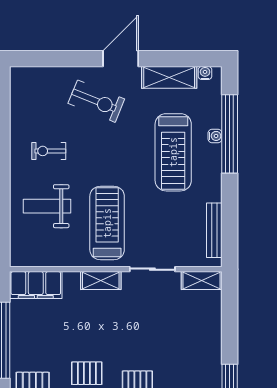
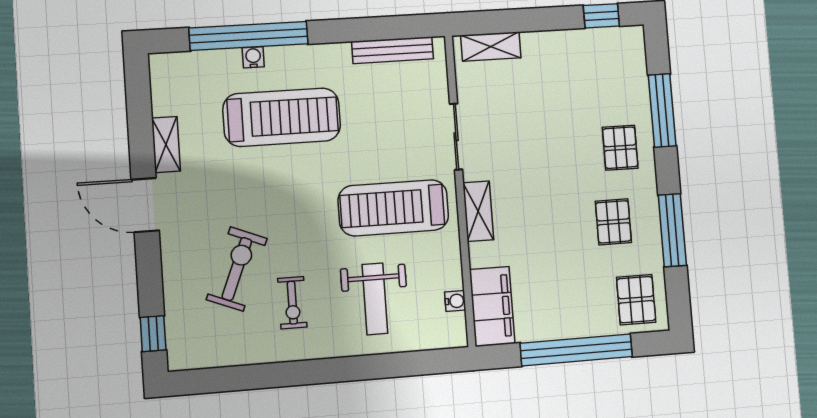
window: (36, 59) -> (153, 334), added
water cooler: (205, 73) -> (455, 301), moved, turned 180
shelving: (169, 77) -> (166, 145), width x0.67, depth x0.75
exercise bike: (96, 101) -> (237, 269), moved
shelving: (202, 281) -> (491, 47), moved, turned 90

